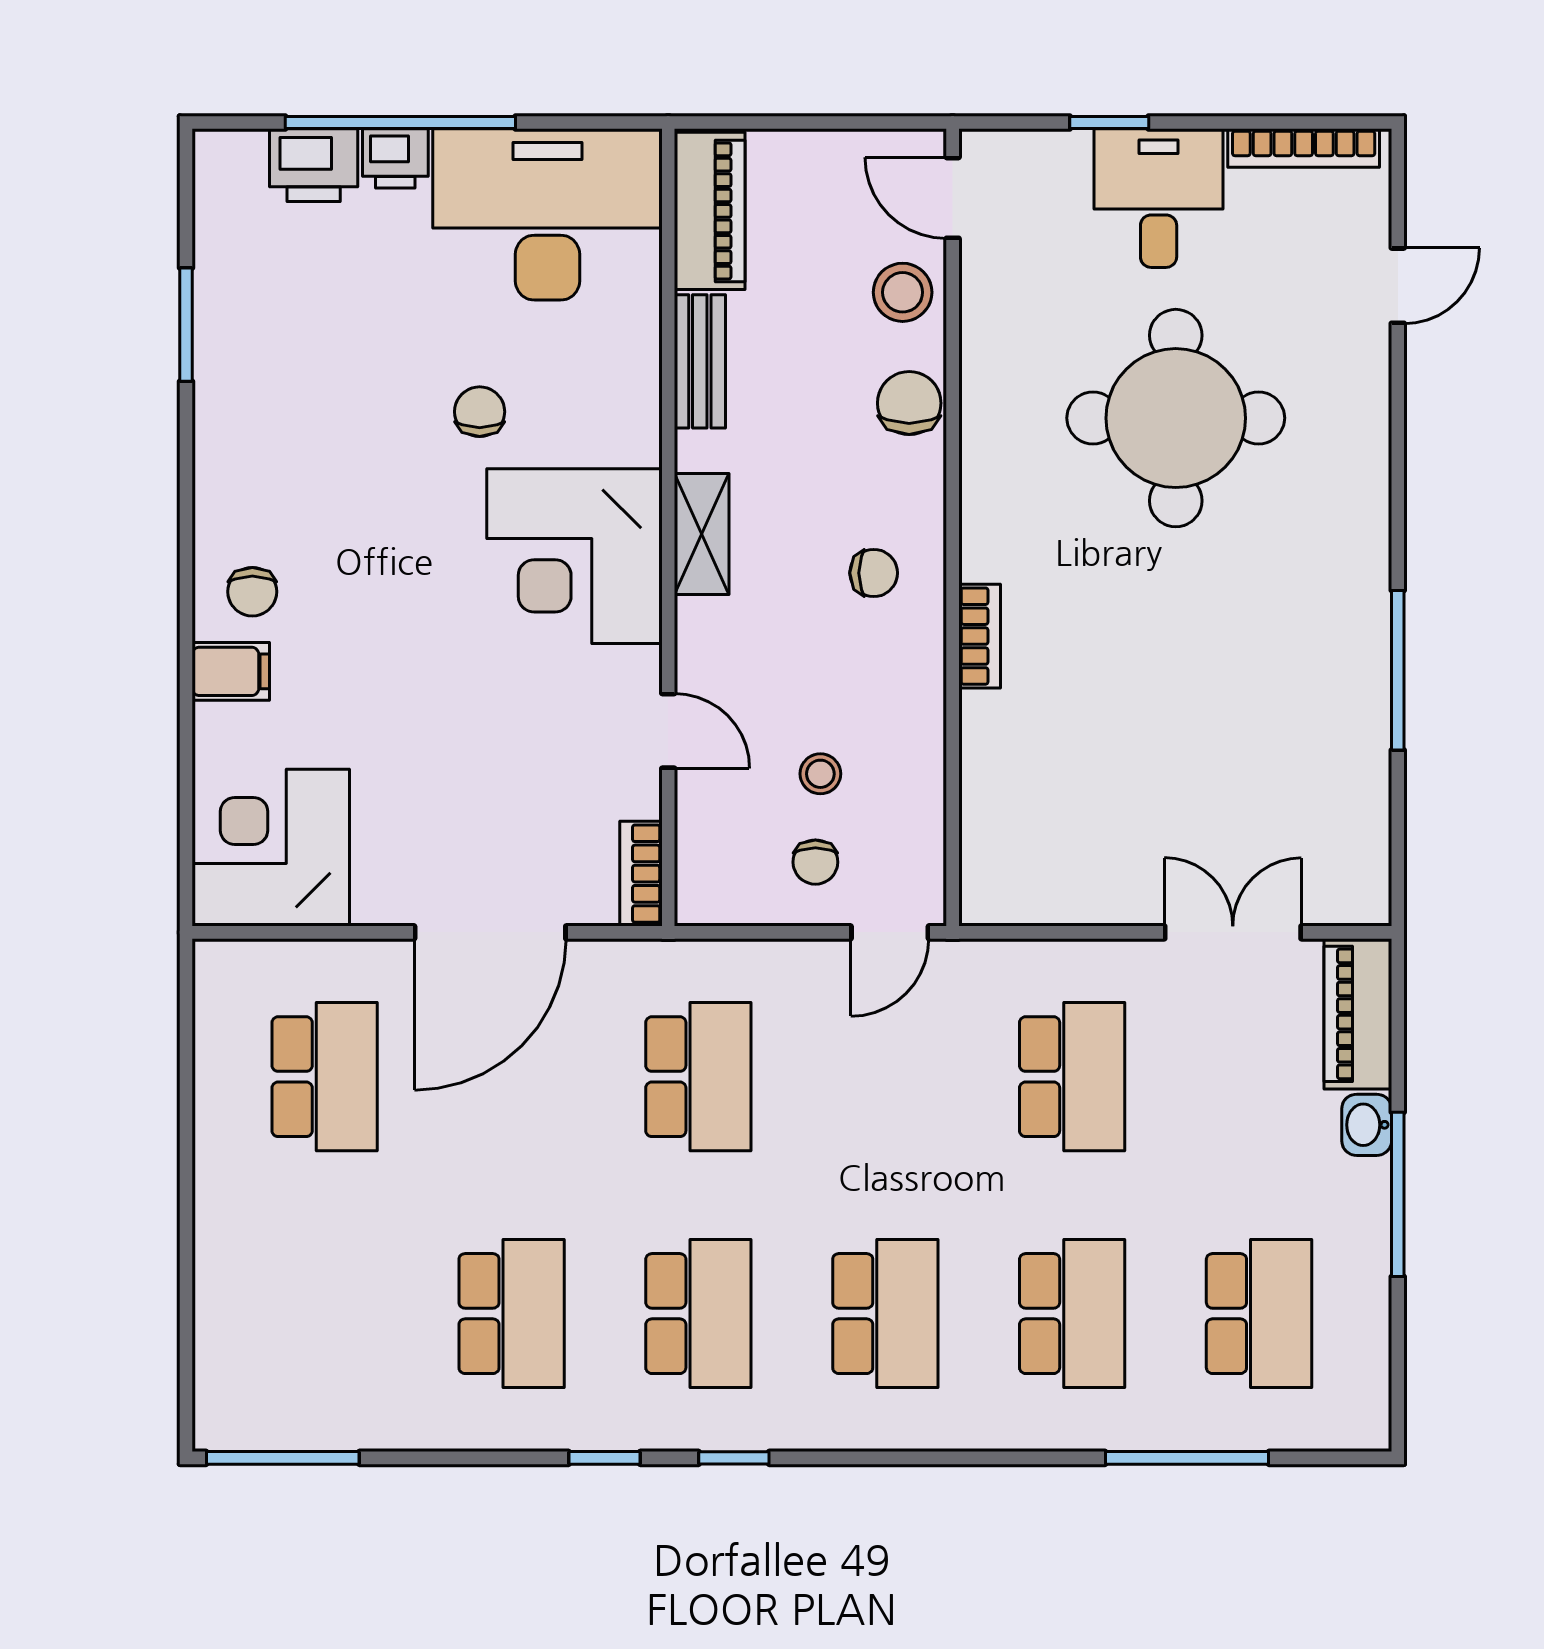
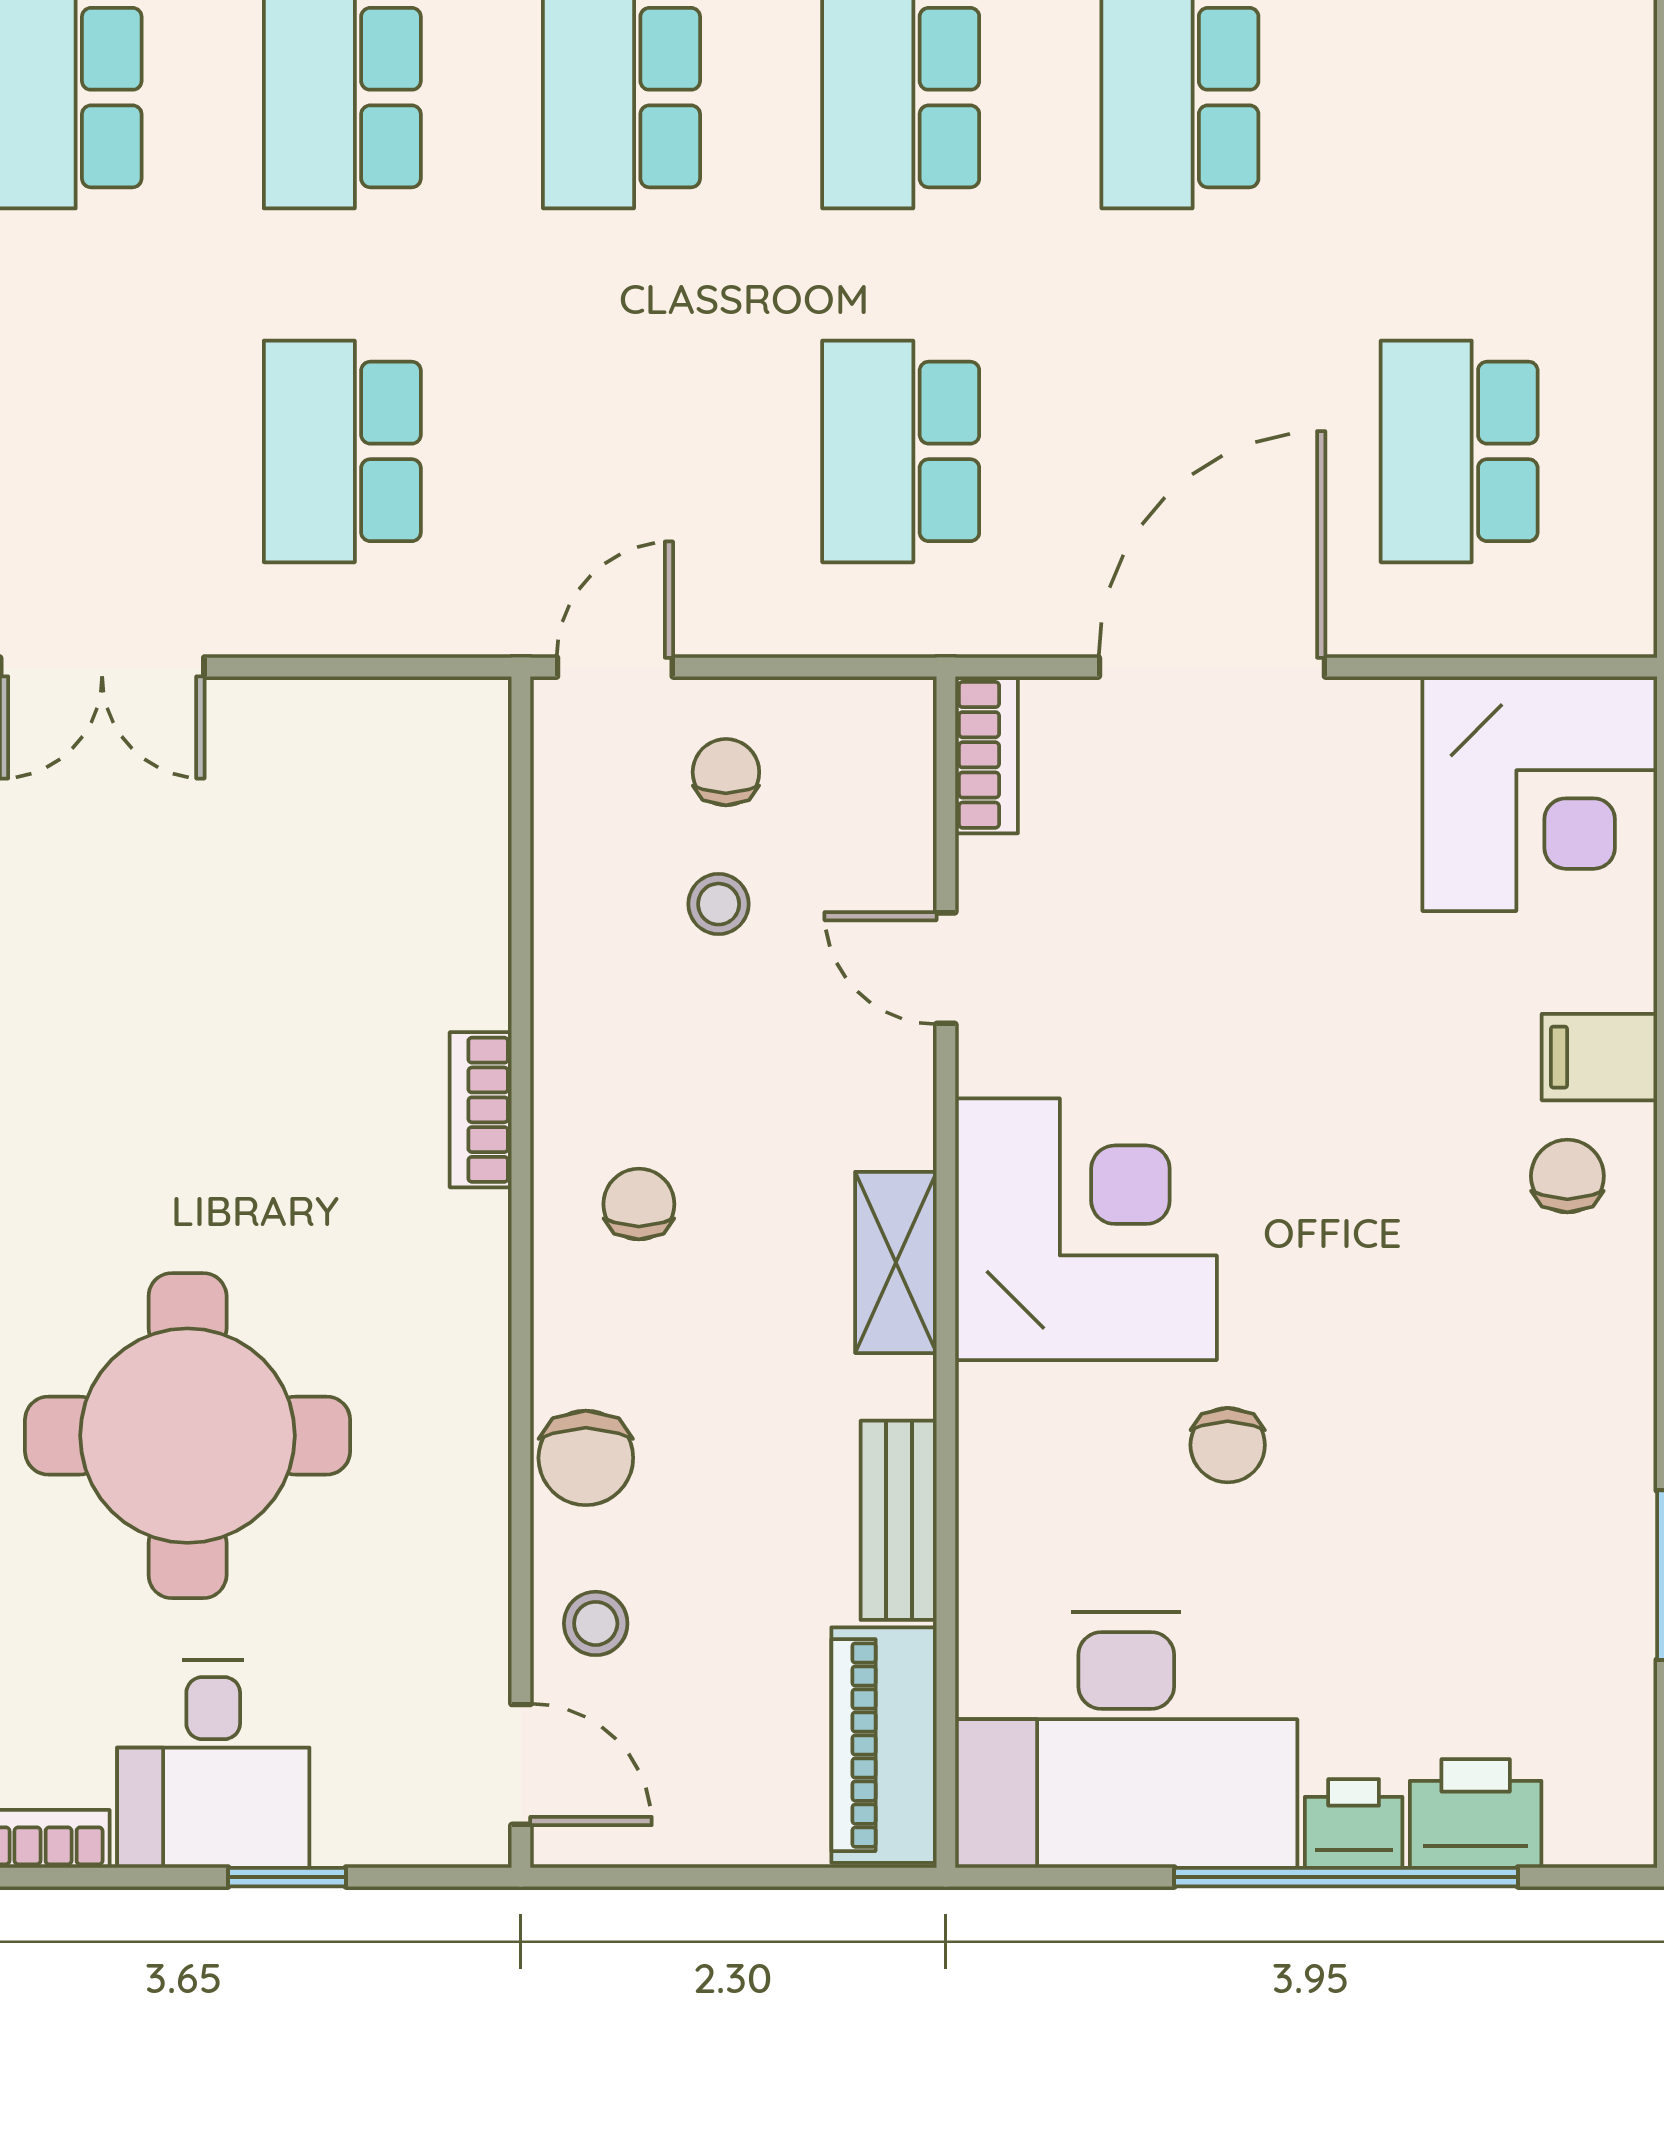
stool: (903, 292) -> (596, 1623), width x0.73, depth x0.73
chair: (874, 573) -> (639, 1204), turned 90

